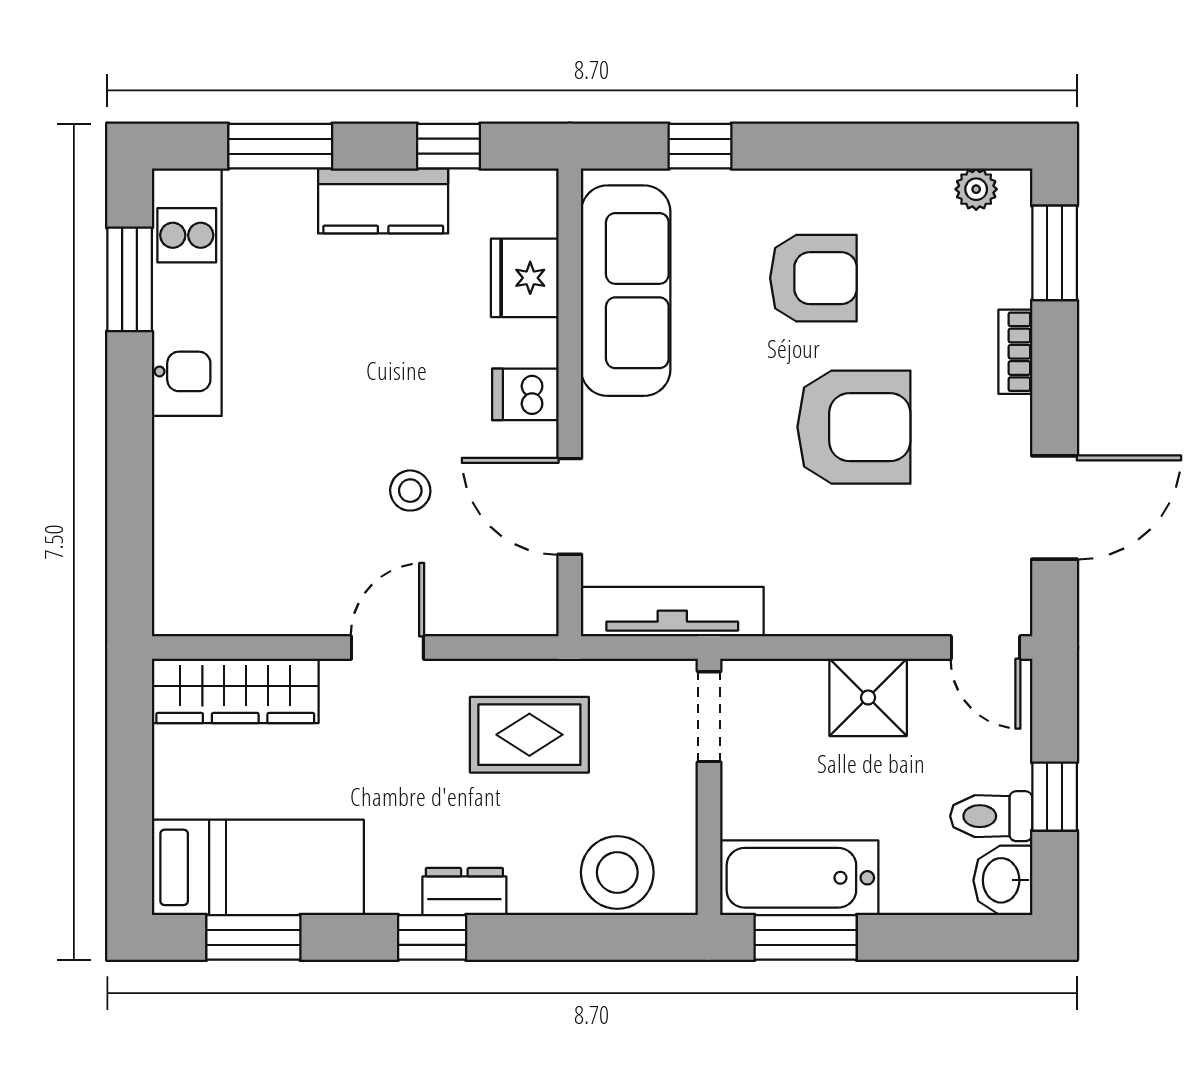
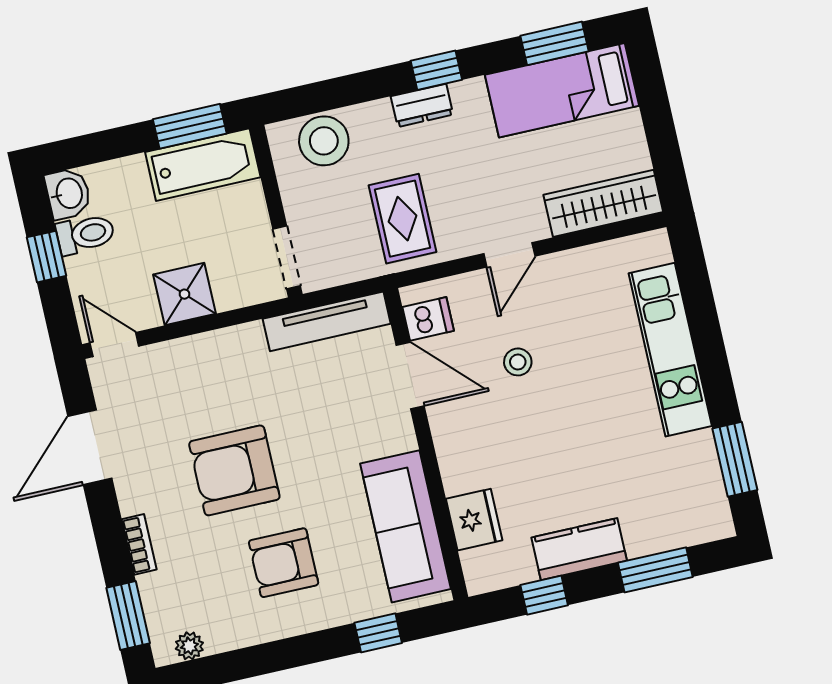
kitchen unit: (187, 292) -> (670, 350), moved
dishwasher: (525, 394) -> (428, 319), moved
rug: (529, 735) -> (403, 219), turned 90

